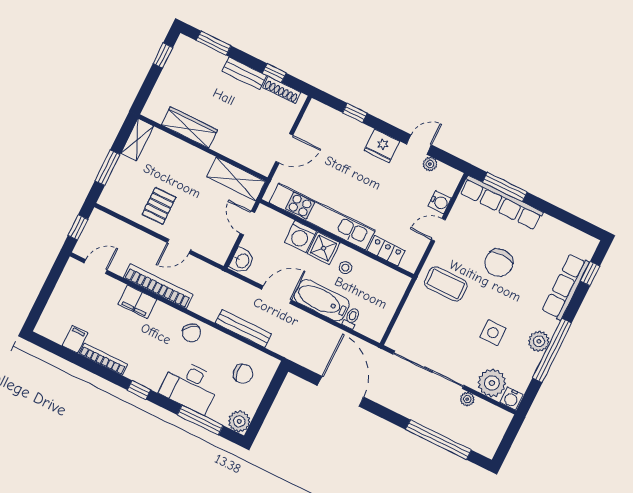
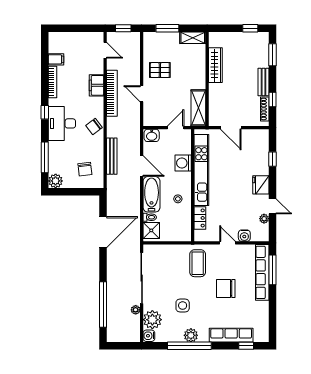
shower: (324, 248) -> (151, 230), moved
desk: (190, 386) -> (62, 123), moved

